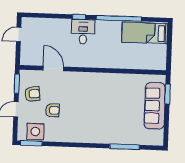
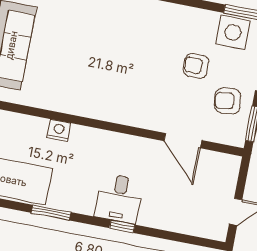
window: (119, 18) -> (51, 213), width x0.47
nightstand: (122, 64) -> (59, 130), added

